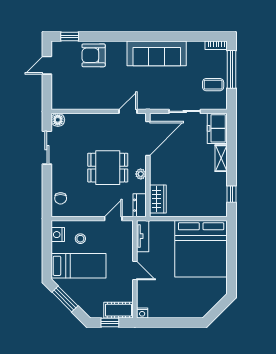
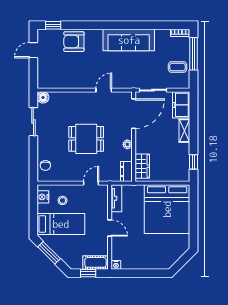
door: (148, 138) -> (134, 114), moved
wall: (148, 165) -> (134, 137), moved
plant: (141, 174) -> (127, 144), moved
wardrobe: (158, 199) -> (142, 166), moved
dresser: (140, 205) -> (126, 171), moved

